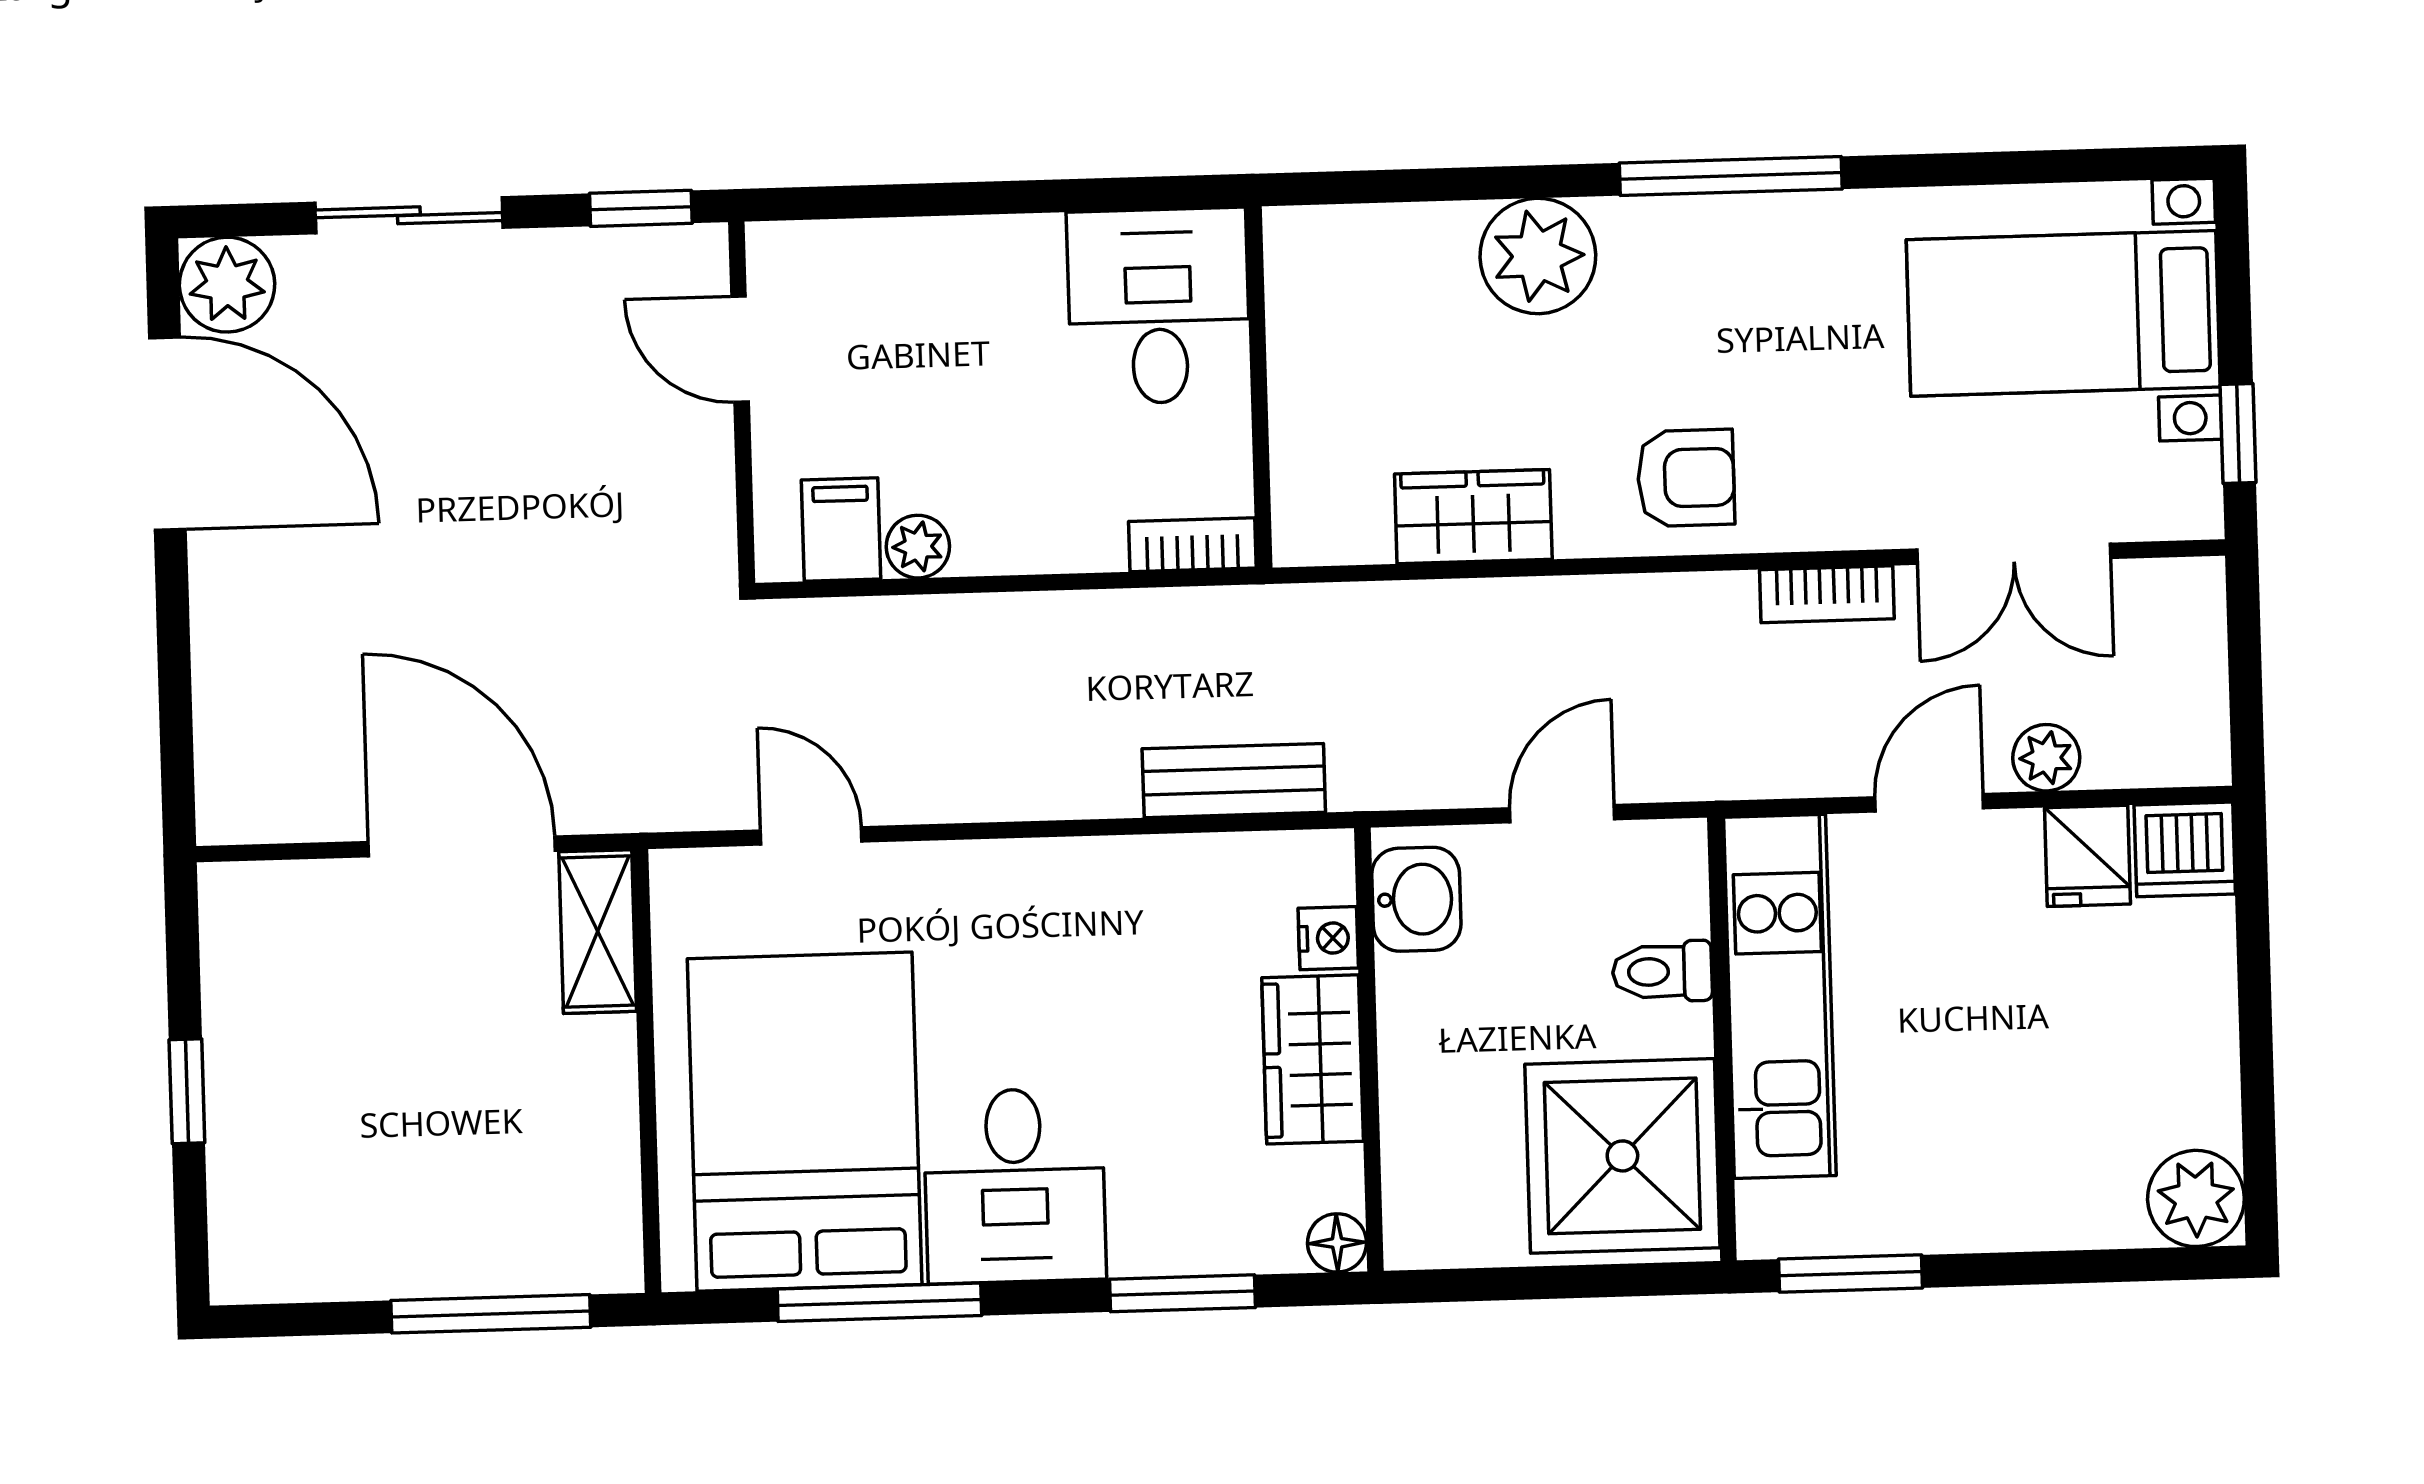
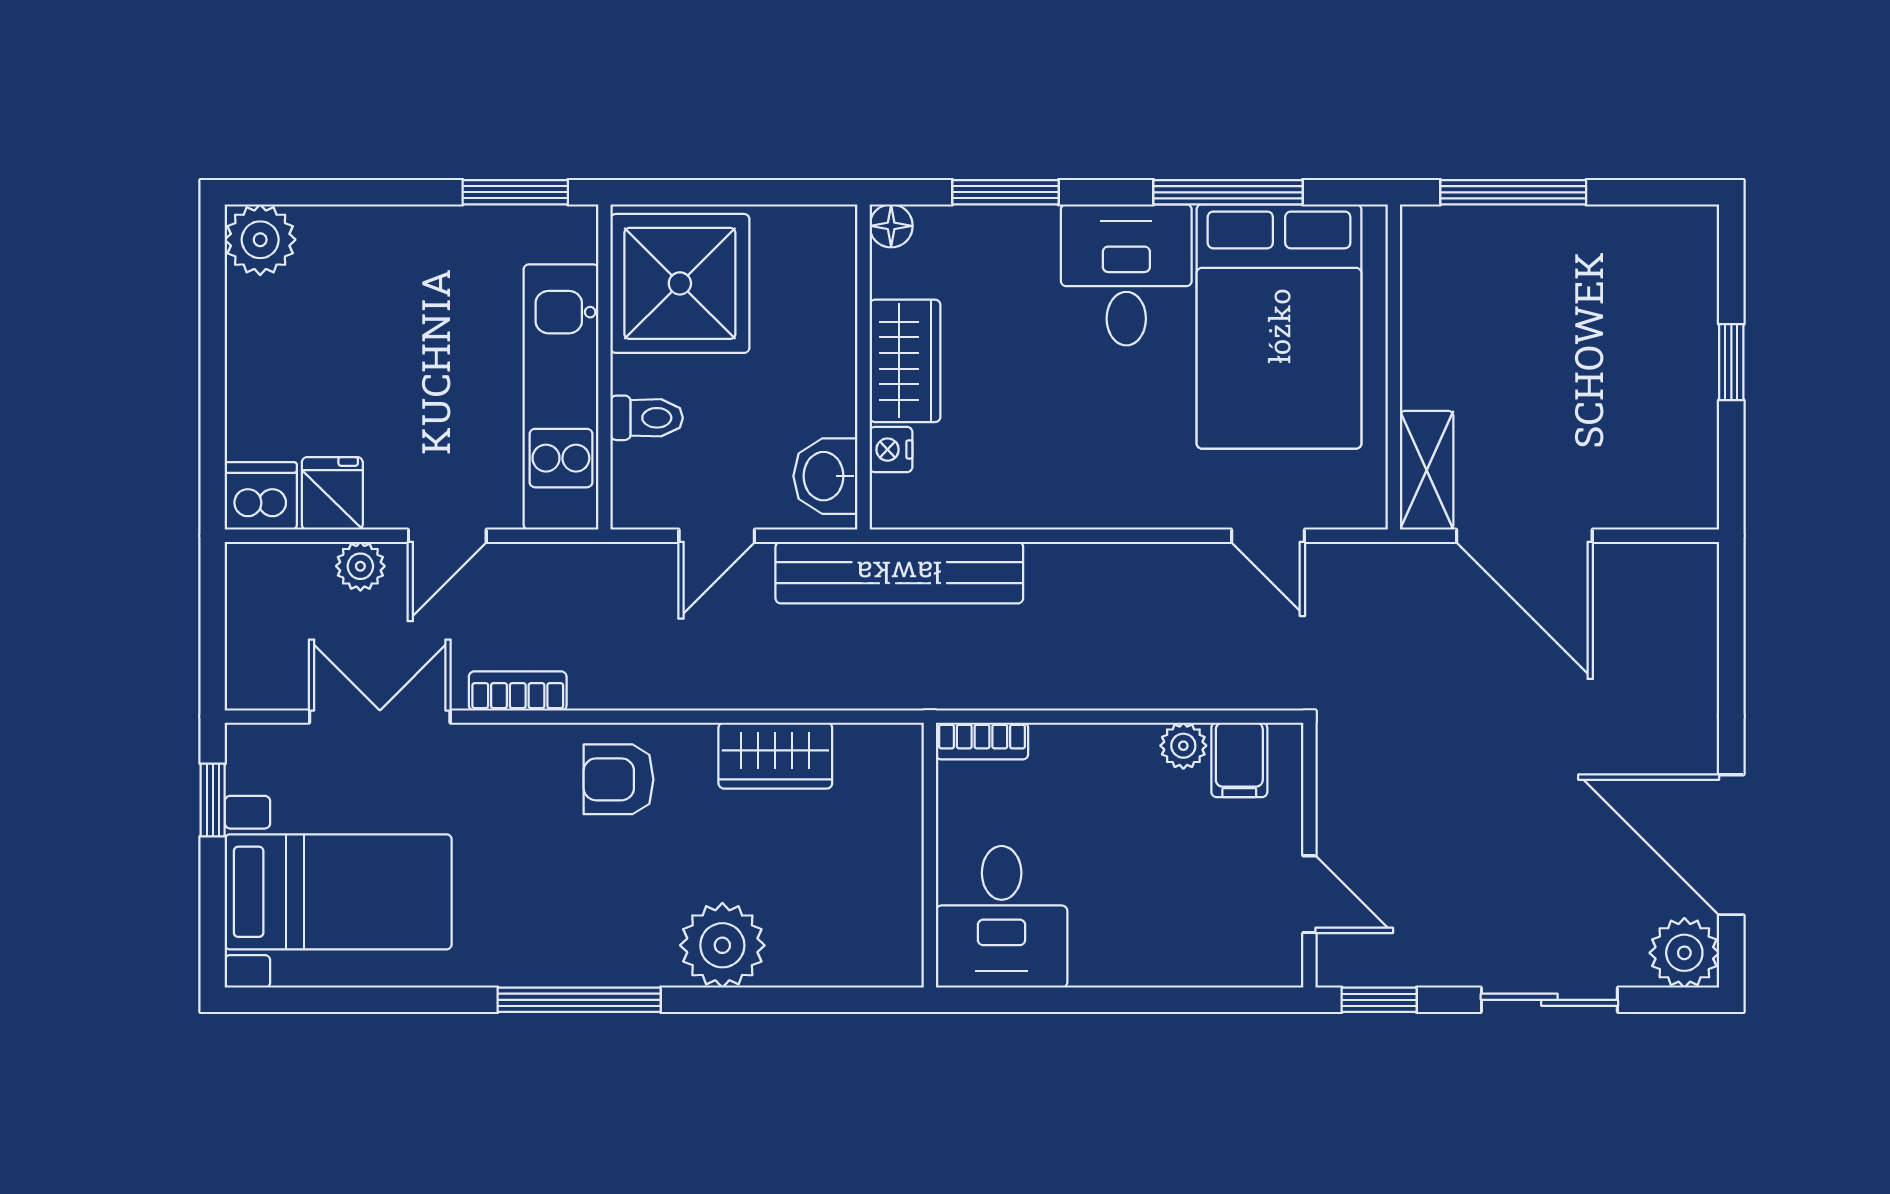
bench: (1234, 781) -> (899, 573), width x1.86, depth x1.21

